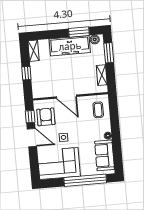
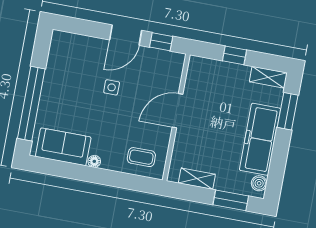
window: (79, 32) -> (288, 111), moved
armchair: (46, 117) -> (153, 67), removed
corner sofa: (59, 164) -> (71, 68), removed

